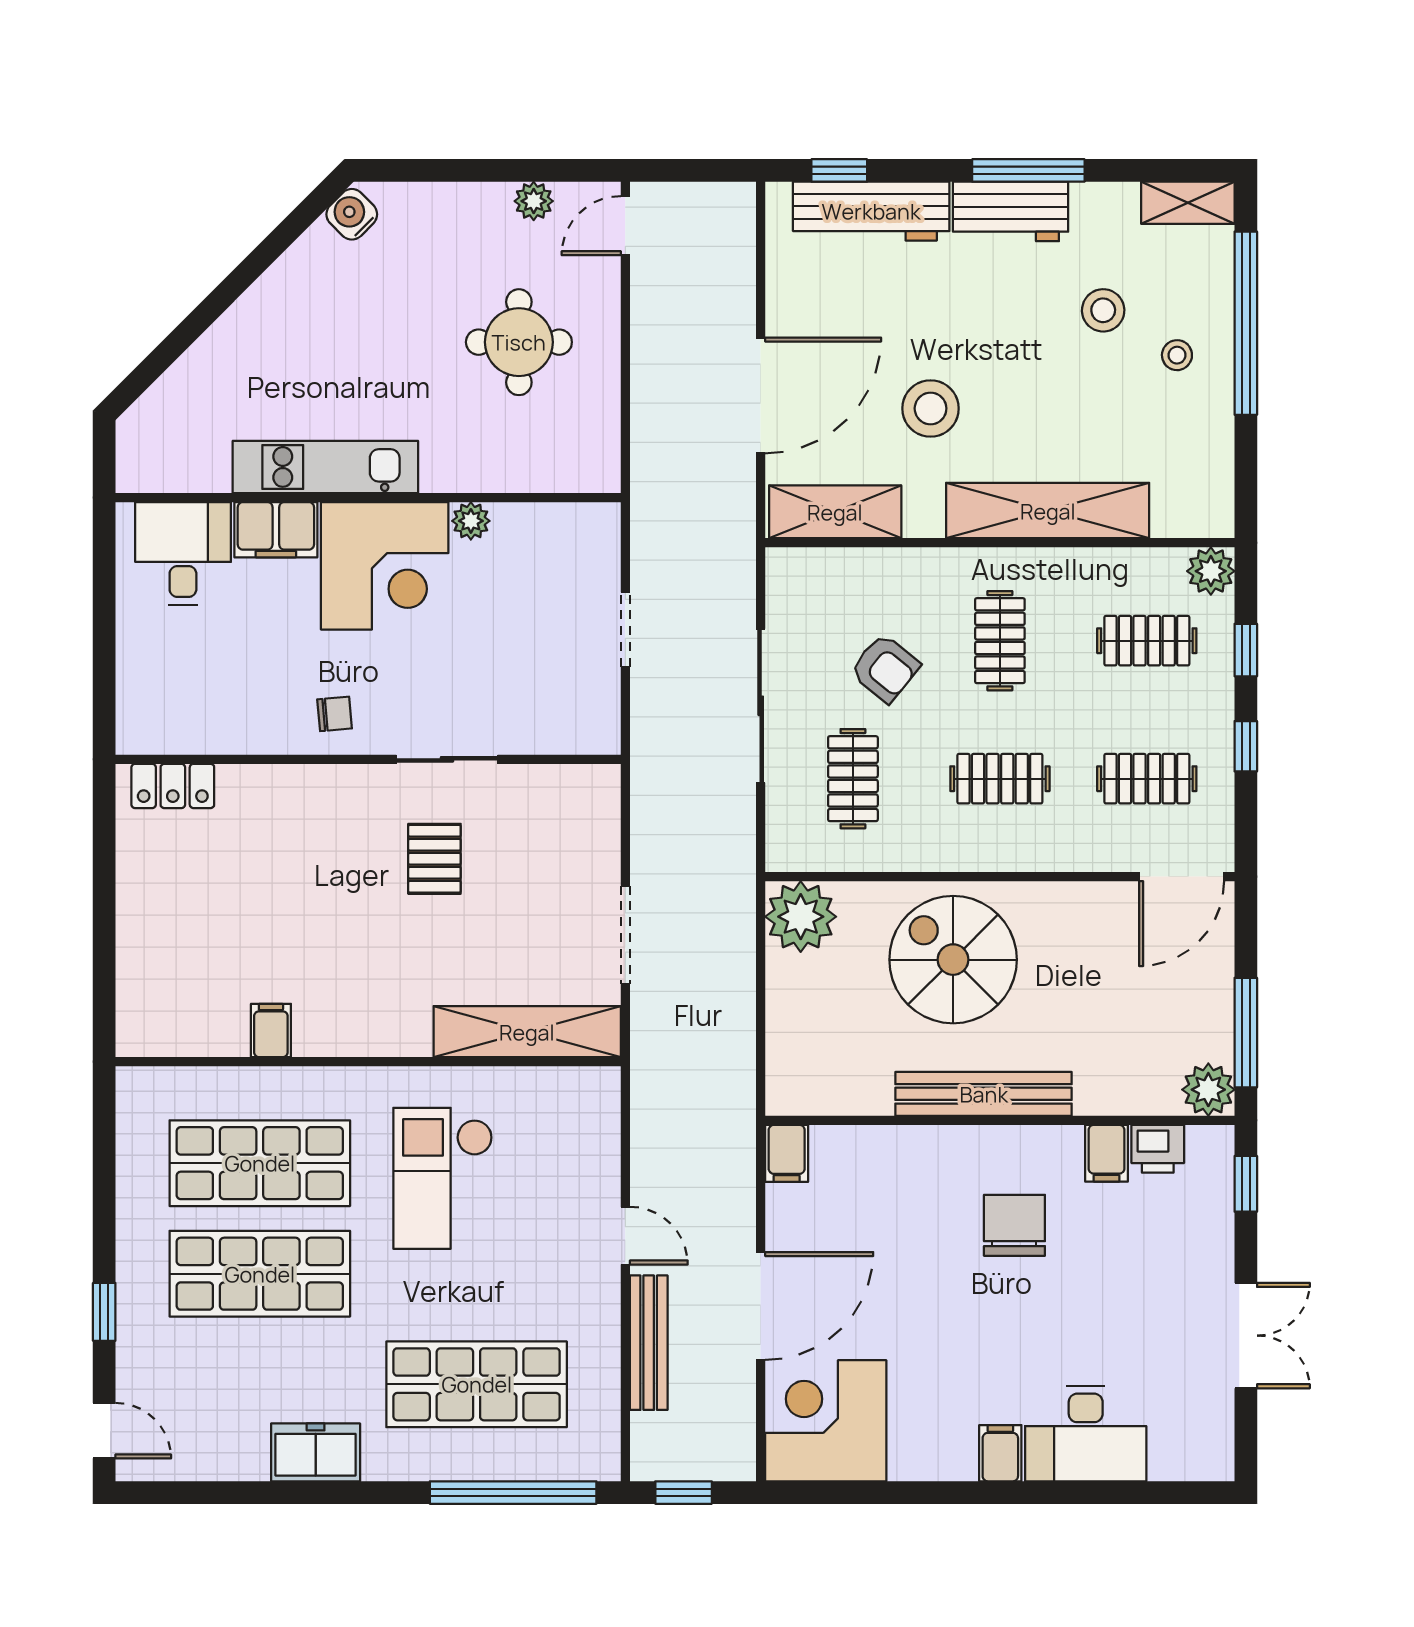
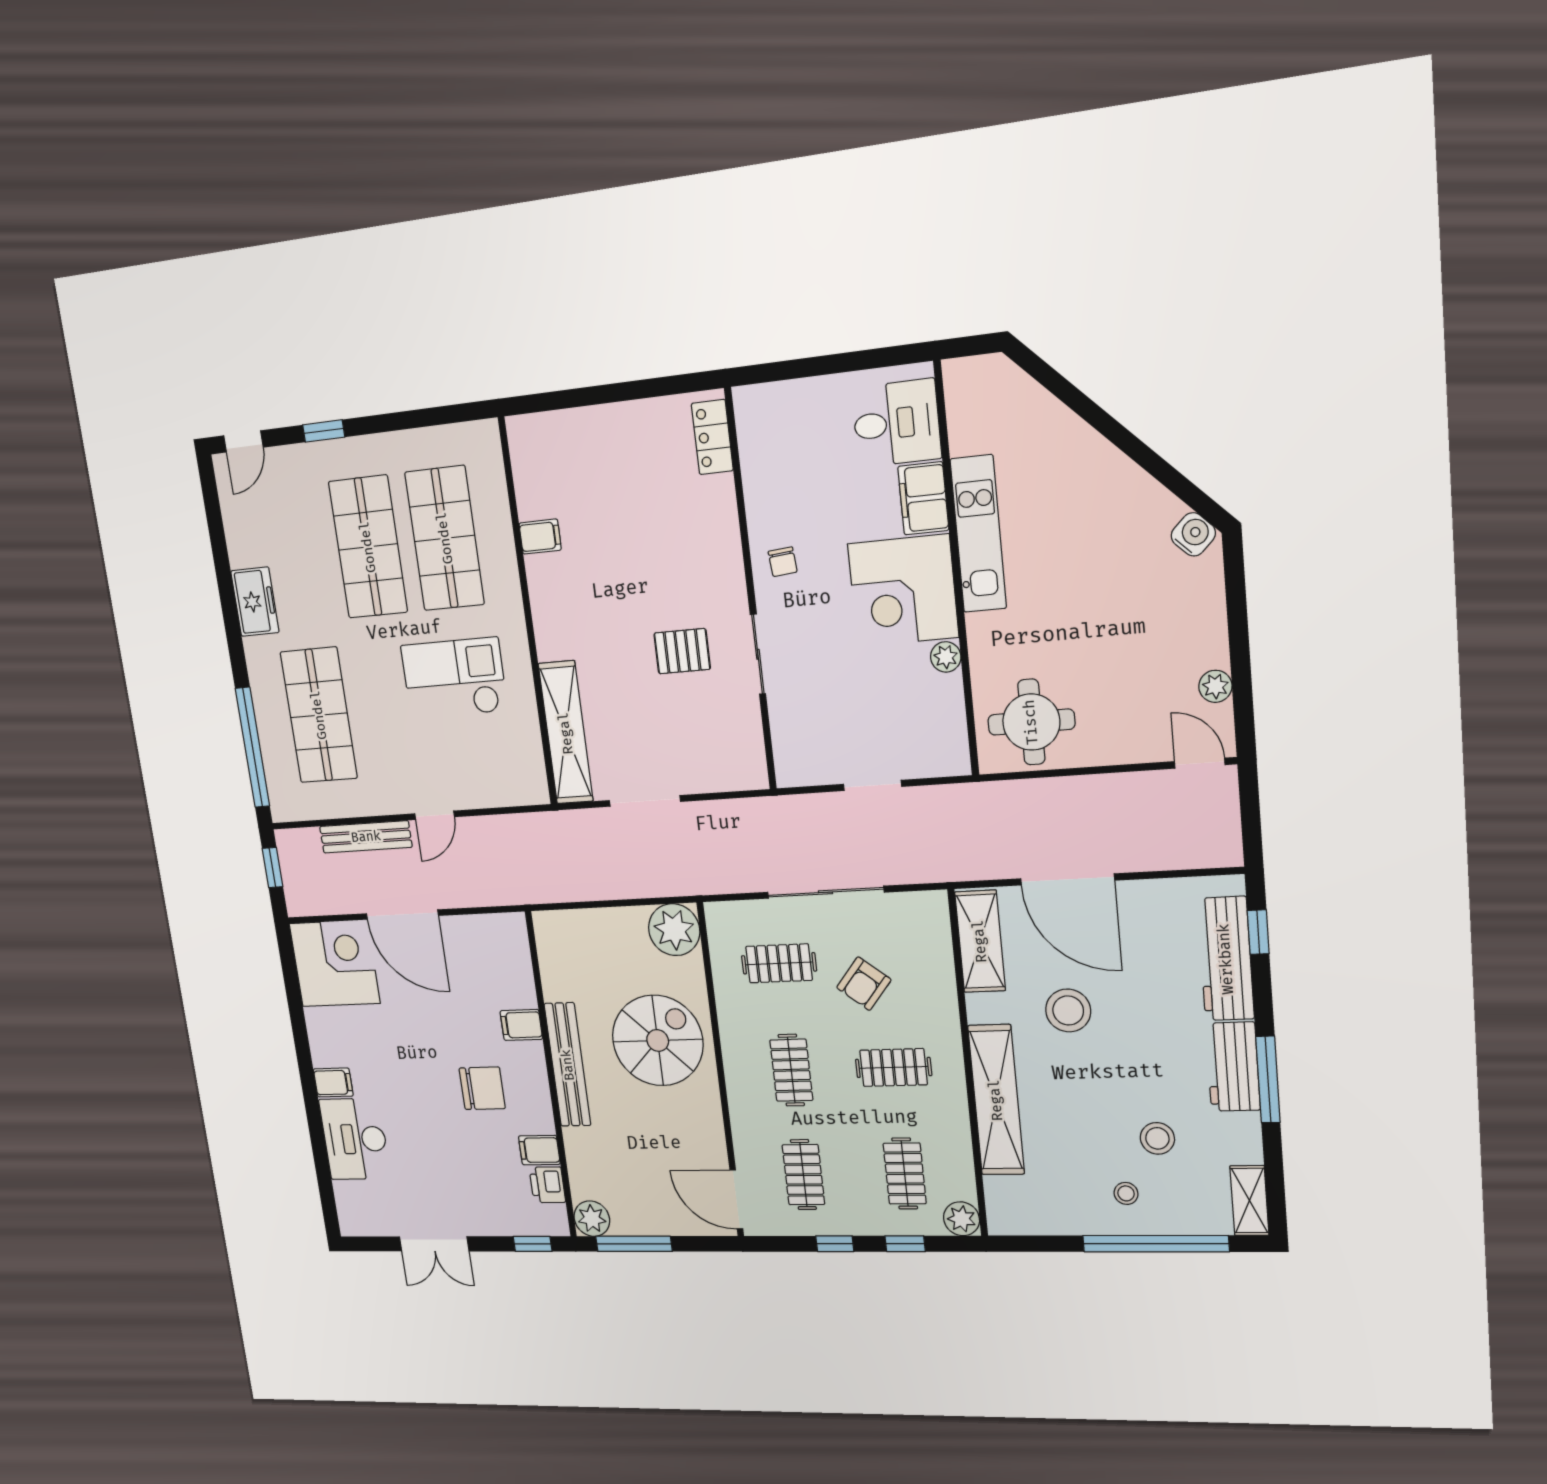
round table: (519, 342) -> (1031, 722), moved
filing cabinet: (787, 1153) -> (521, 1025), moved

